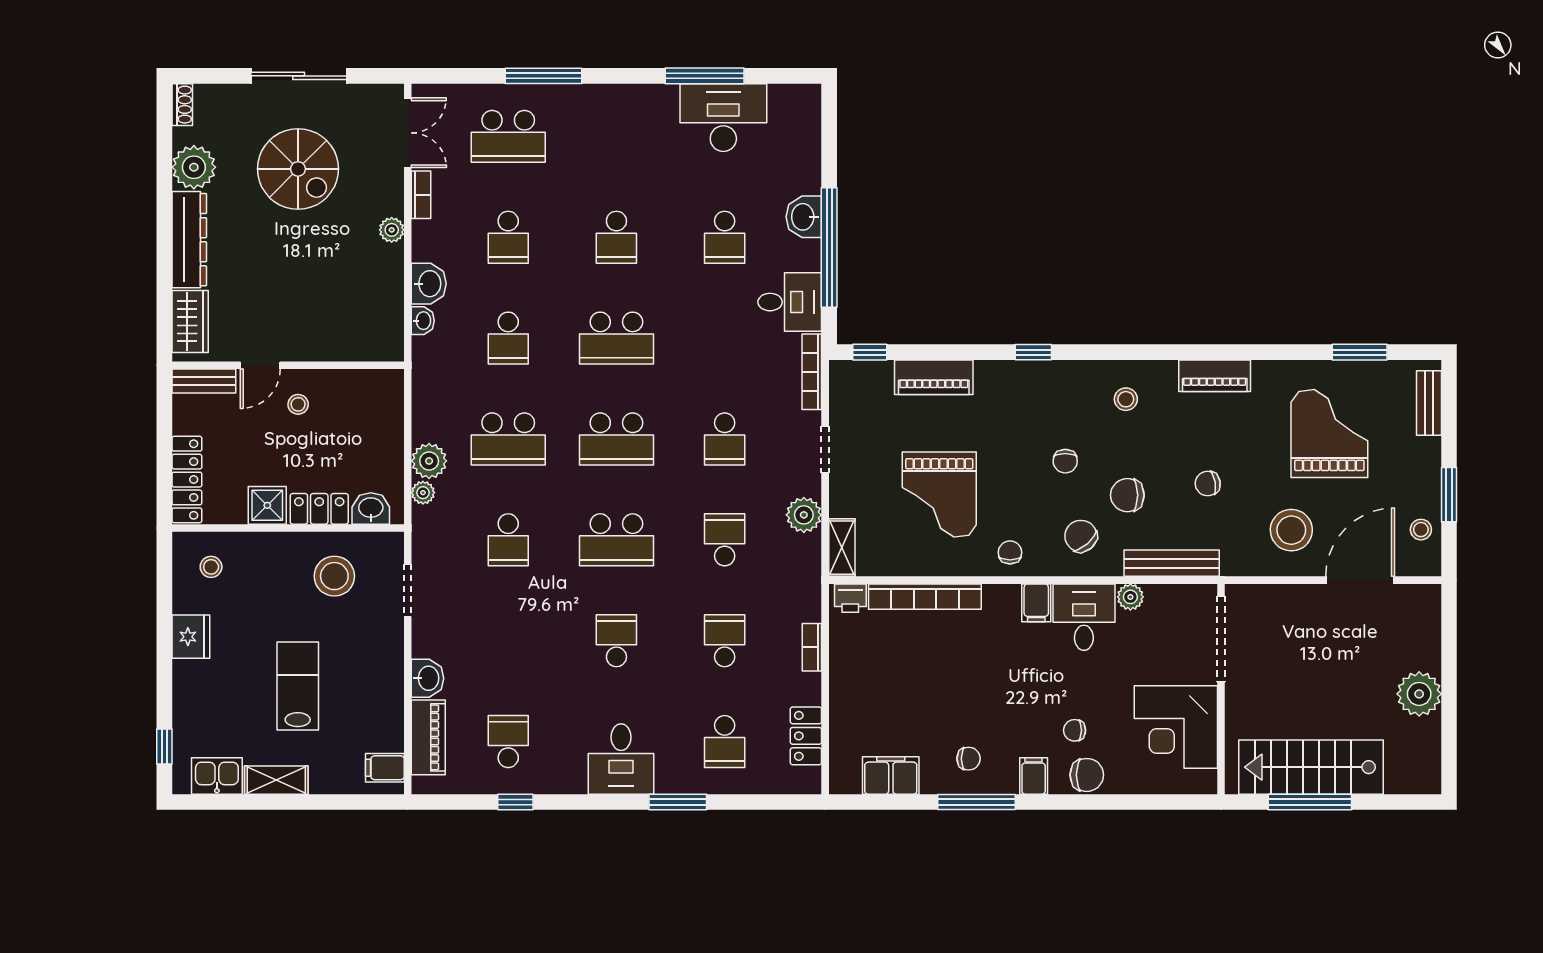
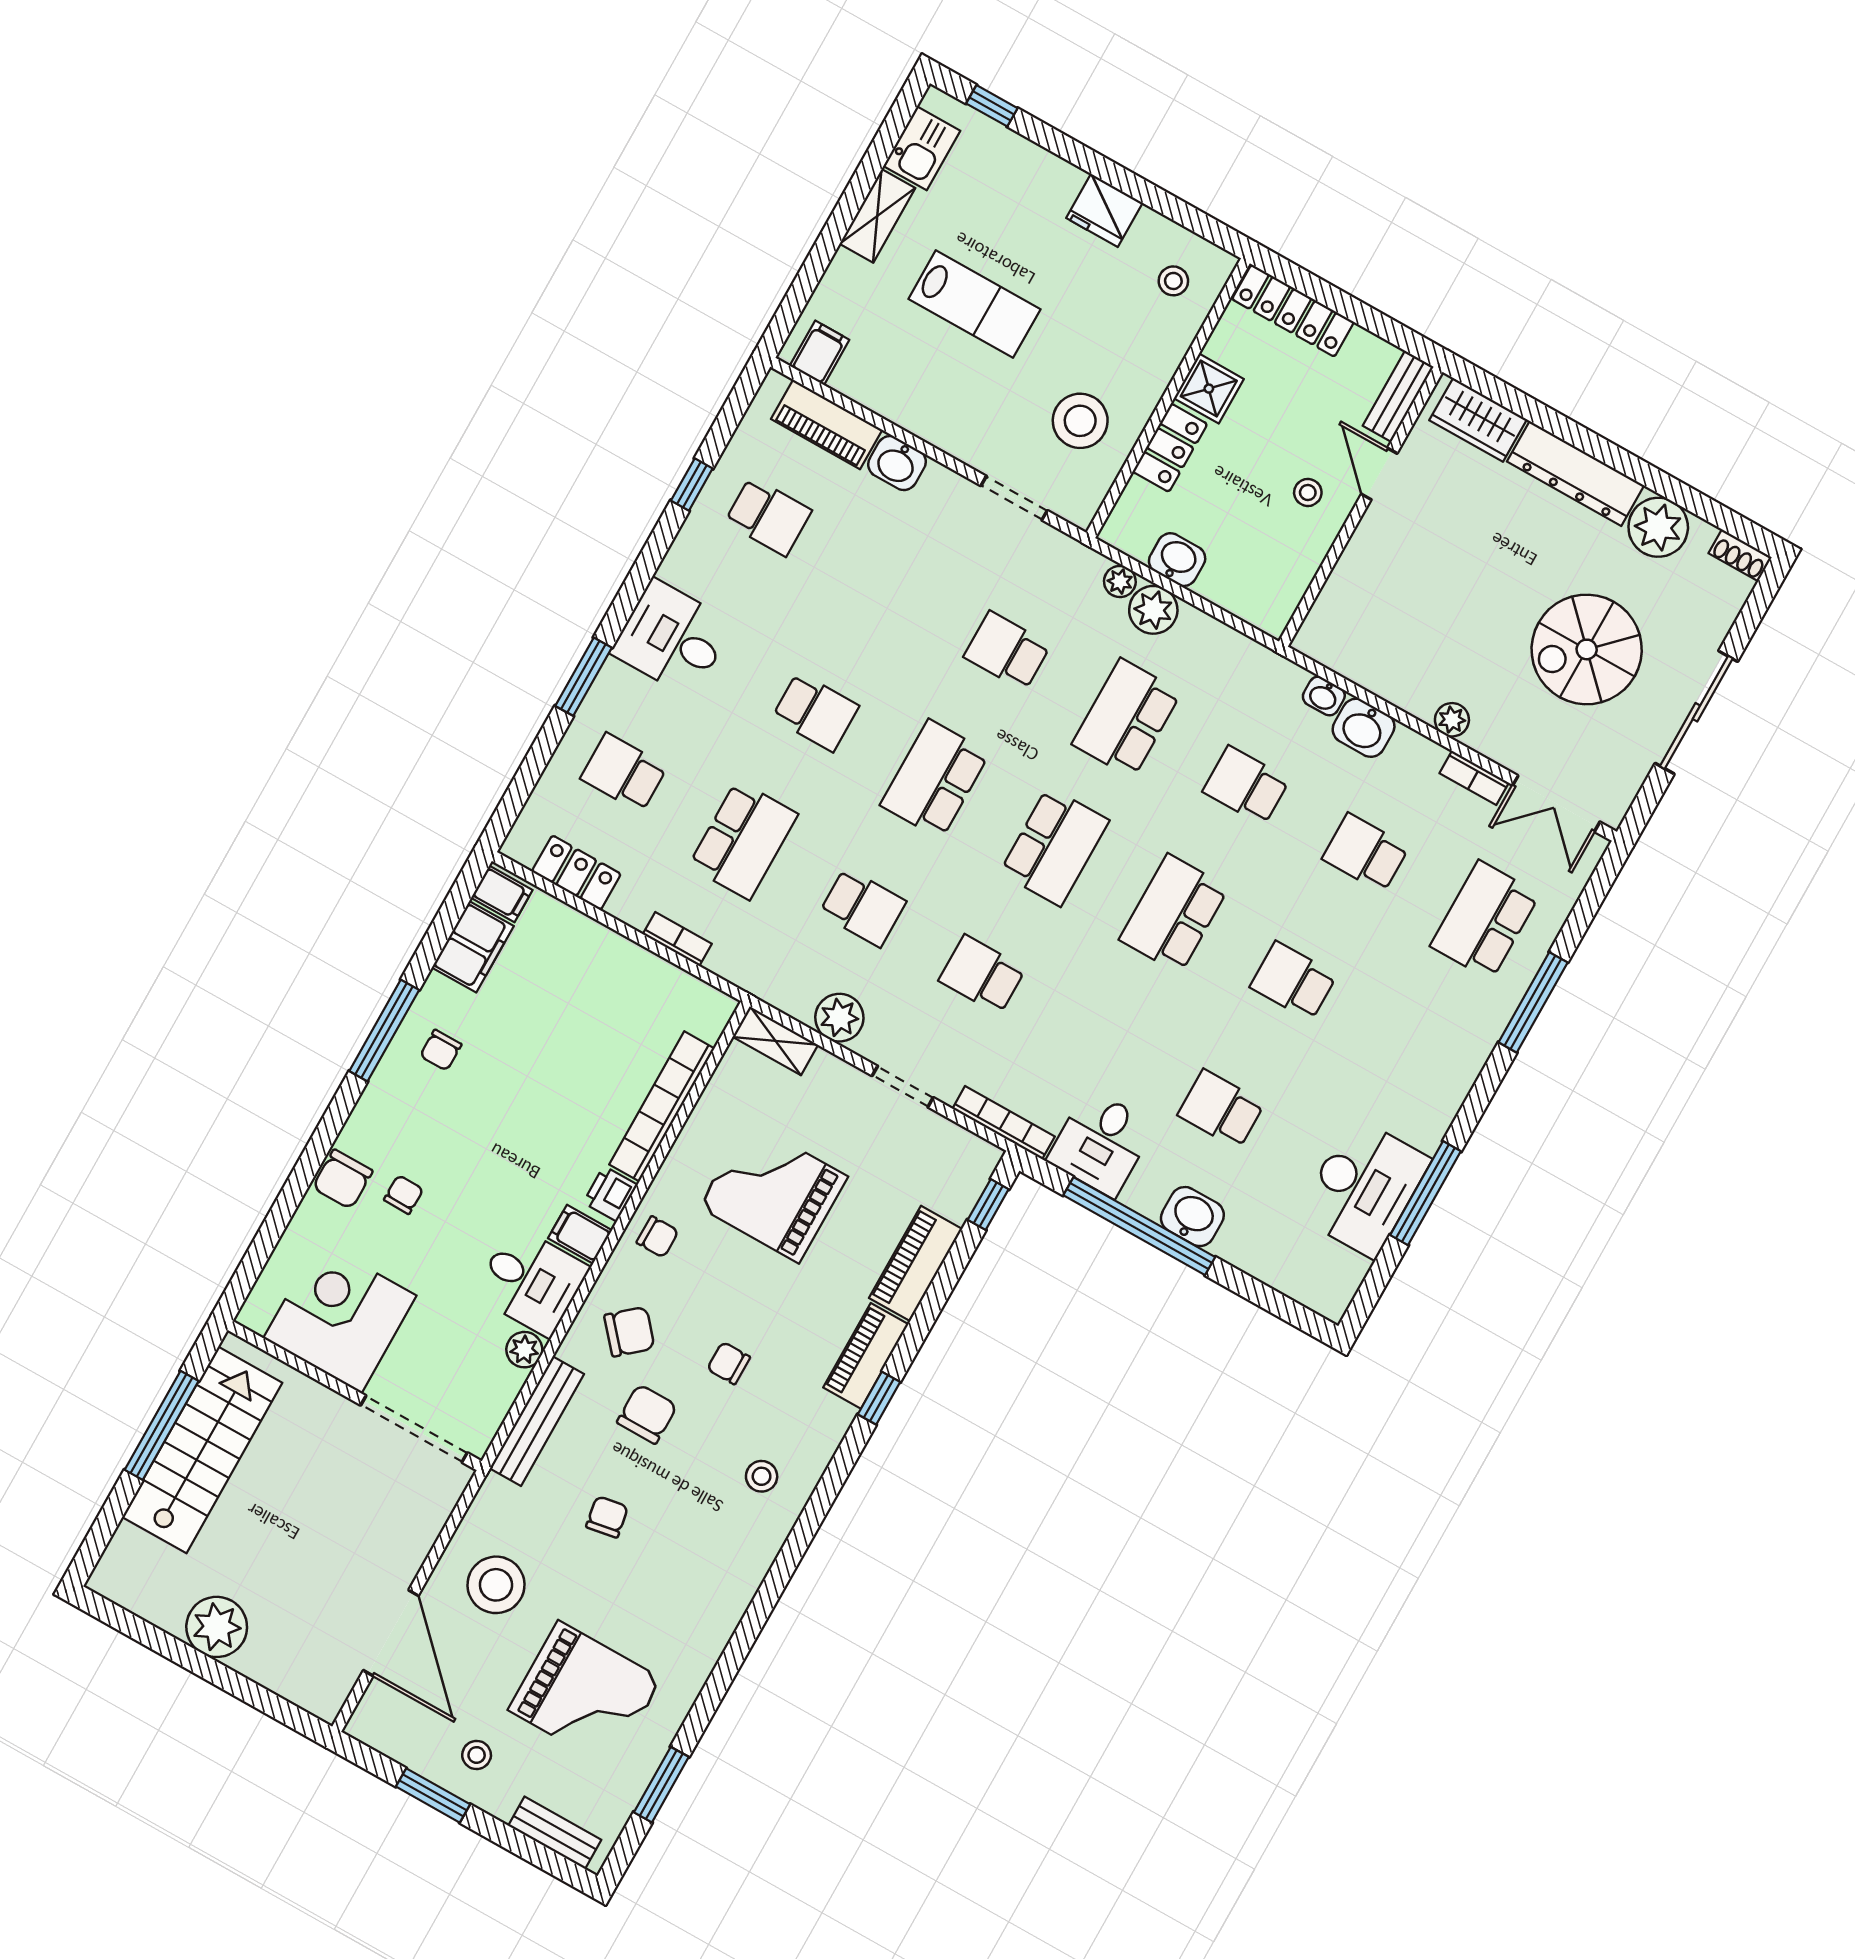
piano: (1215, 376) -> (866, 1356), moved
school desk: (616, 439) -> (1054, 846), turned 180
washbasin: (371, 508) -> (1177, 560), moved, turned -90
stool: (1421, 530) -> (477, 1755), moved
printer: (850, 598) -> (610, 1194), moved
school desk: (725, 641) -> (743, 840), width x1.85
filing cabinet: (1034, 776) -> (502, 894), moved

